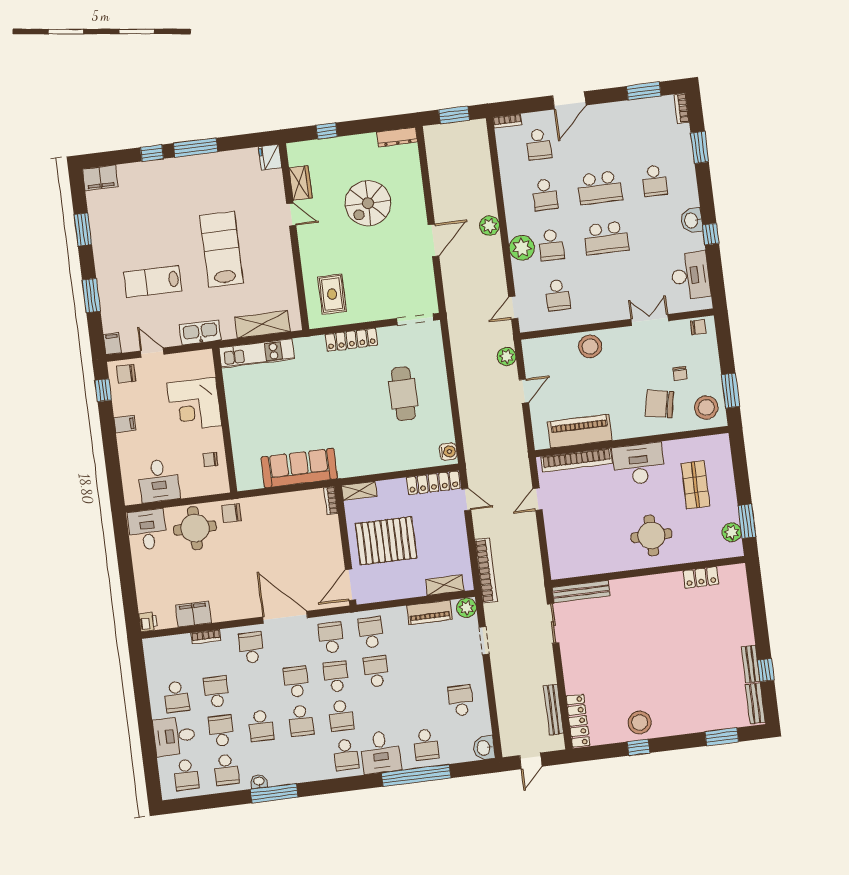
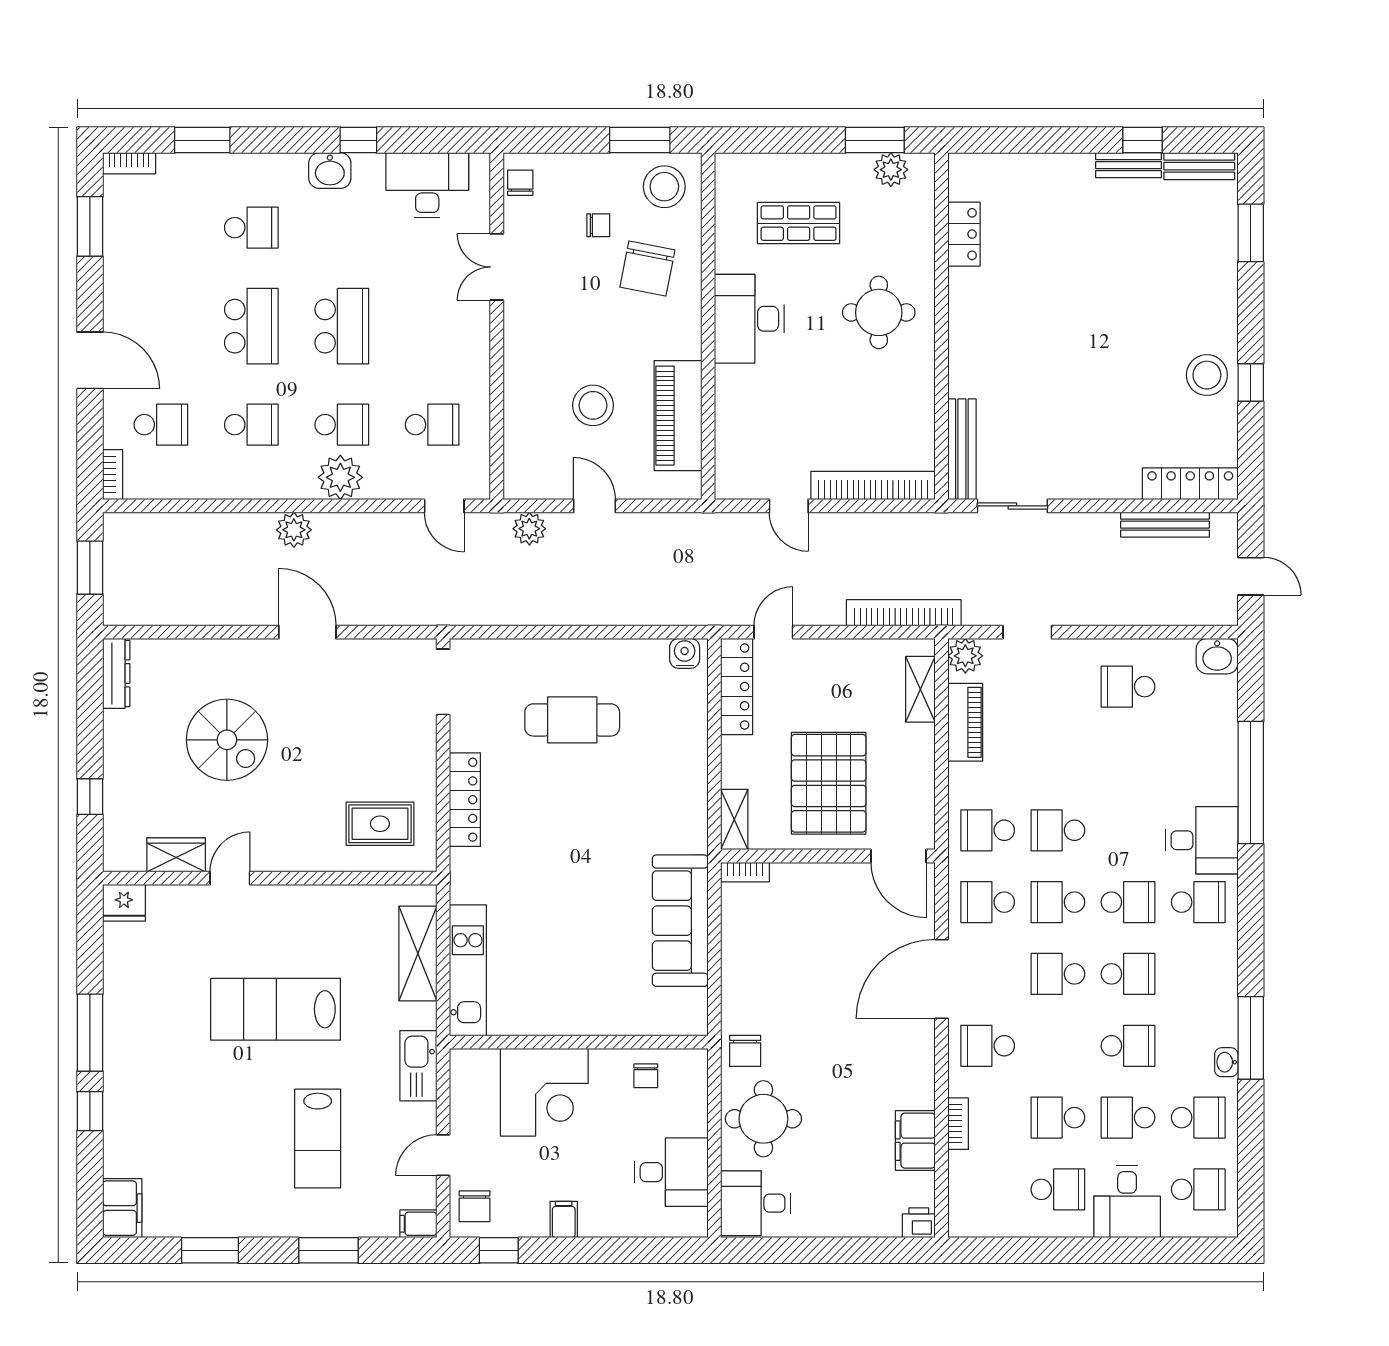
stool: (590, 346) -> (593, 405), moved
bookcase: (577, 460) -> (873, 485), moved, turned -90
school desk: (426, 745) -> (1198, 758), removed

